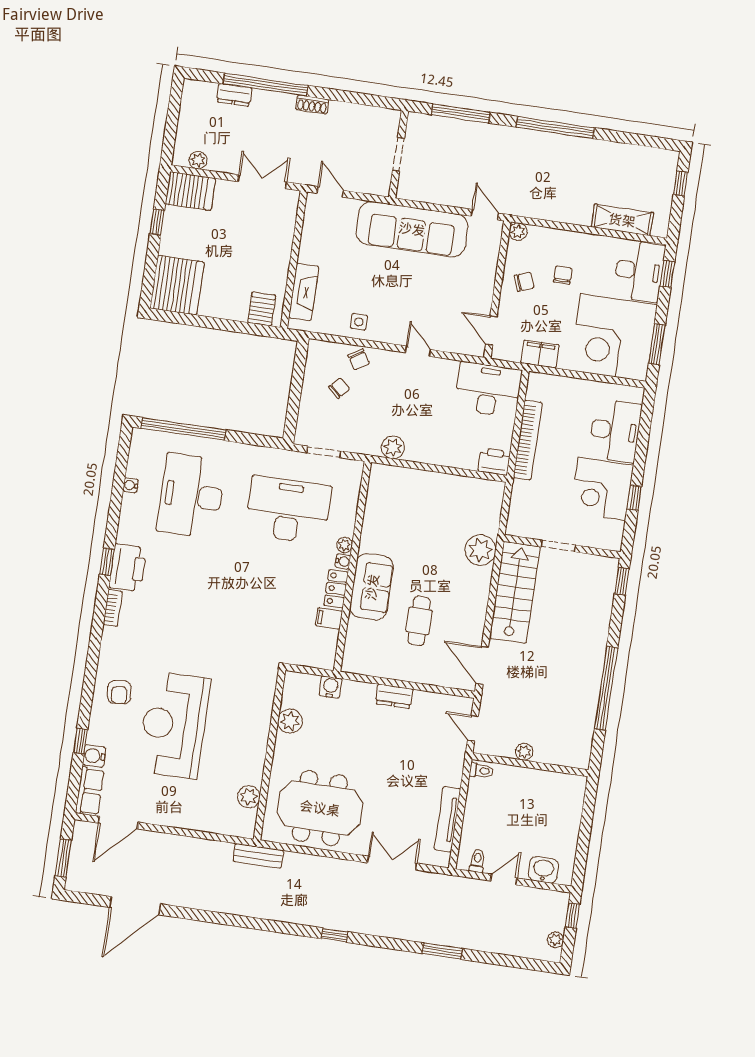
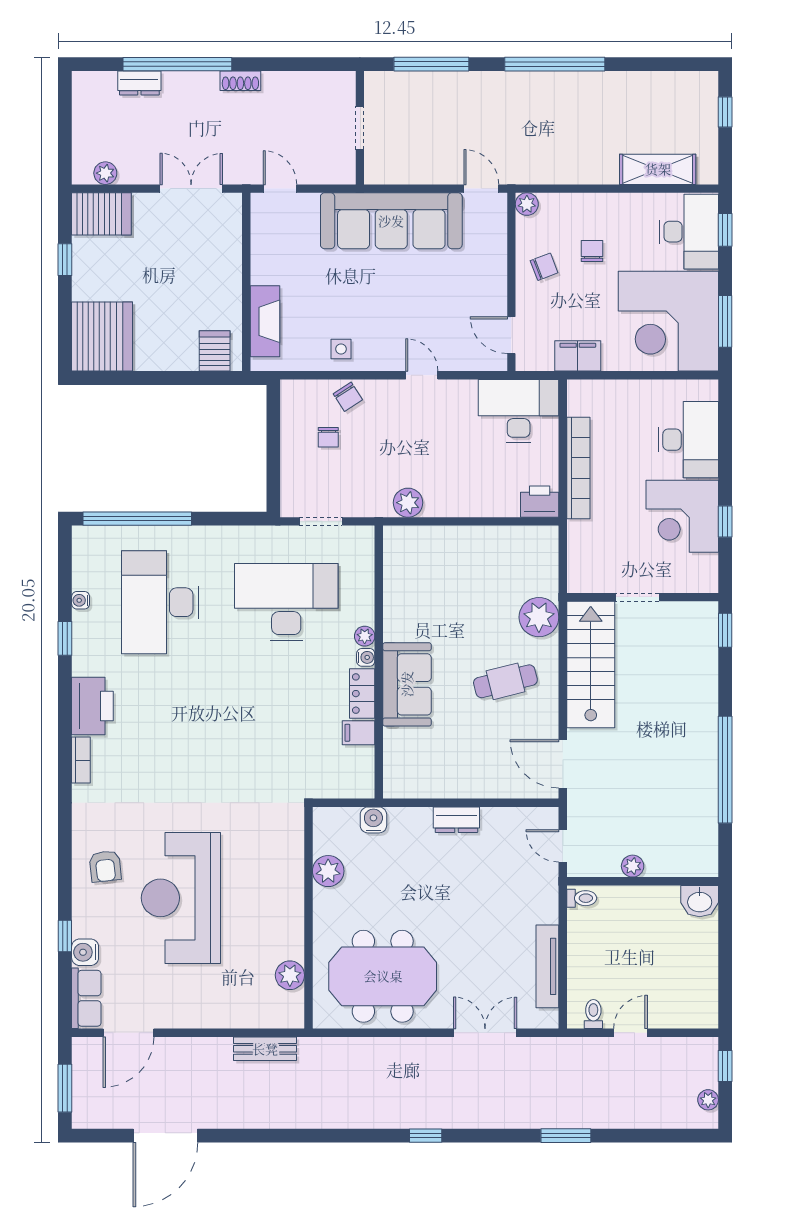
chair: (339, 388) -> (328, 437), turned 137
window: (107, 562) -> (65, 638), moved
cafe table: (419, 621) -> (505, 681), moved, turned 76
bench: (258, 856) -> (265, 1049), moved
washbasin: (543, 870) -> (700, 901), moved, turned 180

